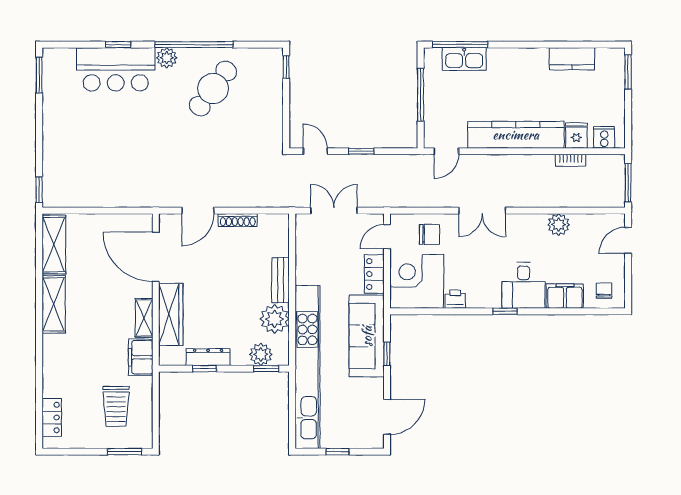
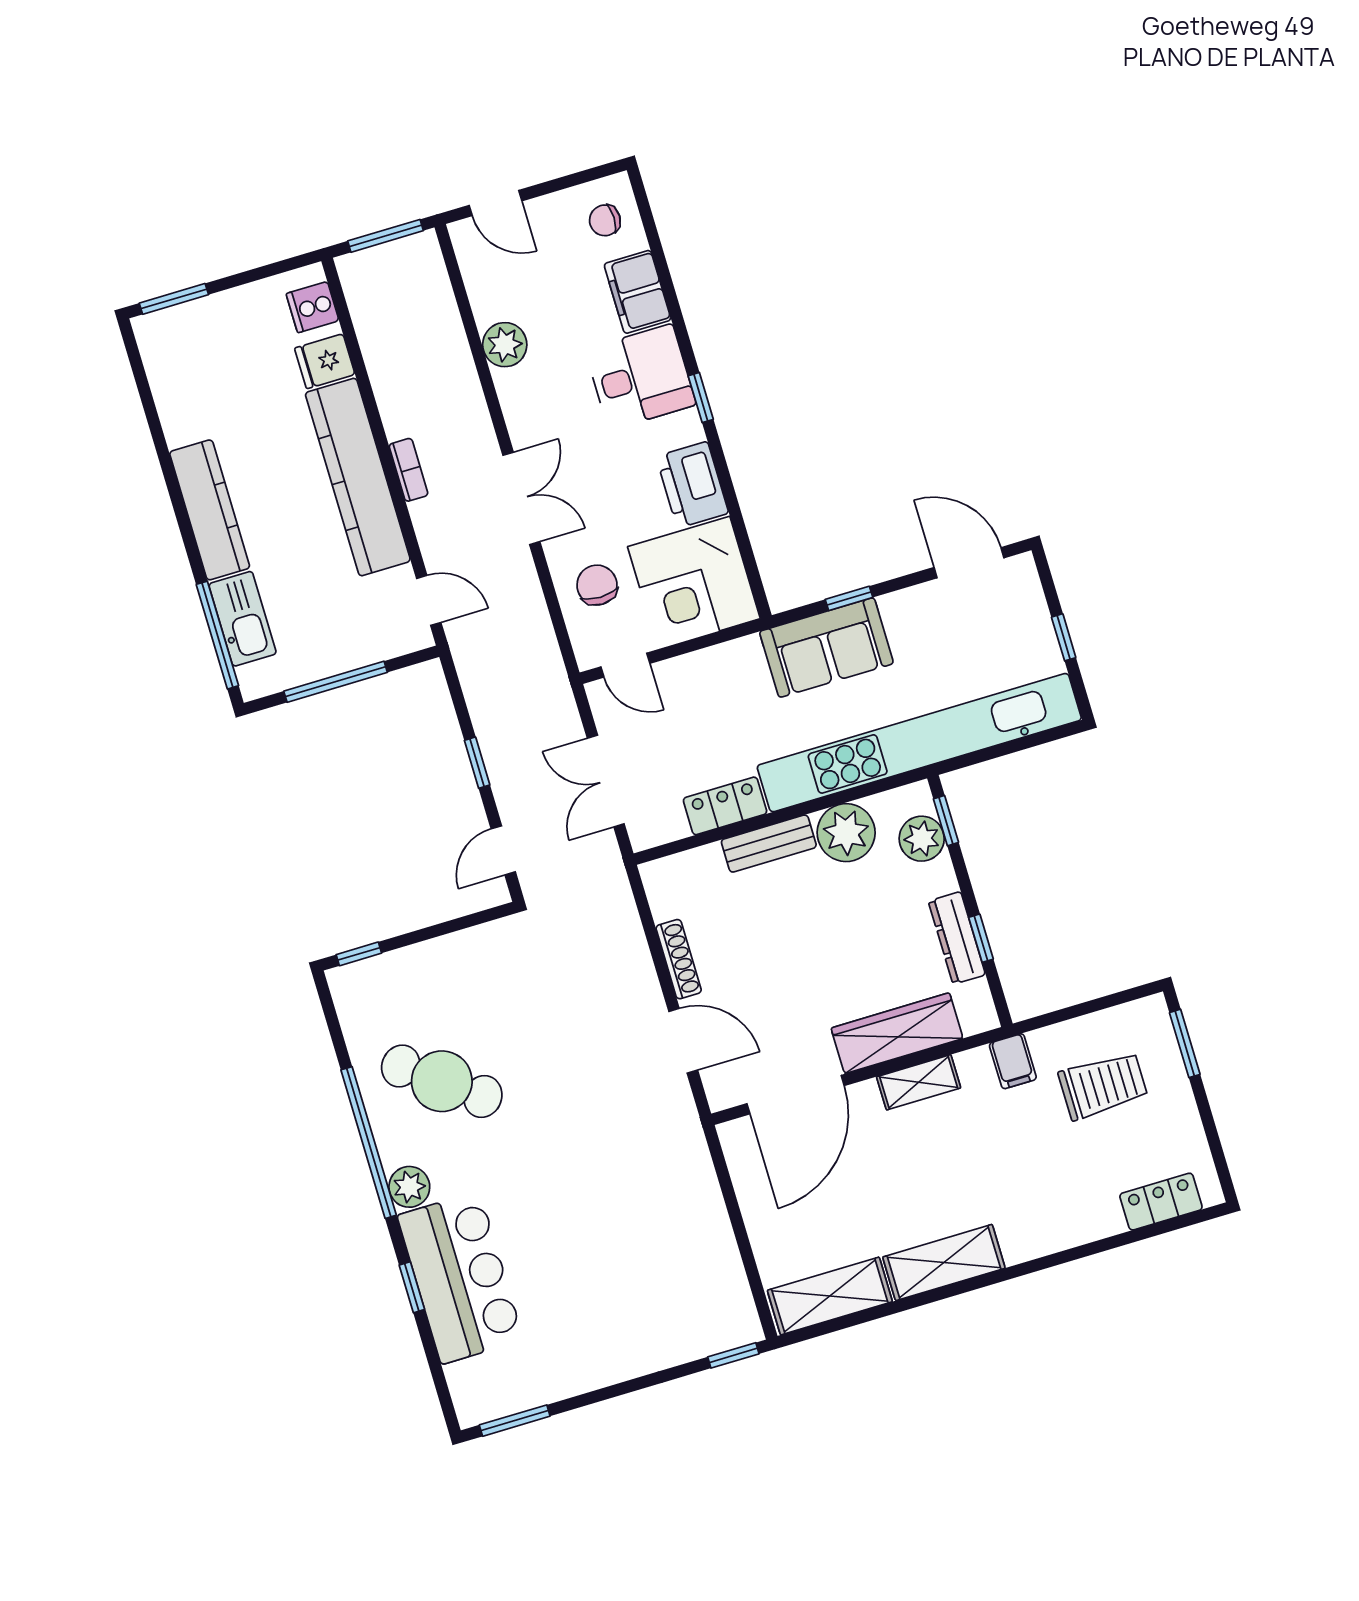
kitchen counter: (572, 59) -> (210, 510), moved, width x1.50
bookcase: (571, 160) -> (408, 470), moved
locker: (374, 274) -> (725, 806), moved, turned 180
printer: (455, 299) -> (692, 485), width x1.87, depth x1.48
sofa: (367, 336) -> (826, 648), width x0.73
filing cabinet: (141, 357) -> (1013, 1061), width x0.50

